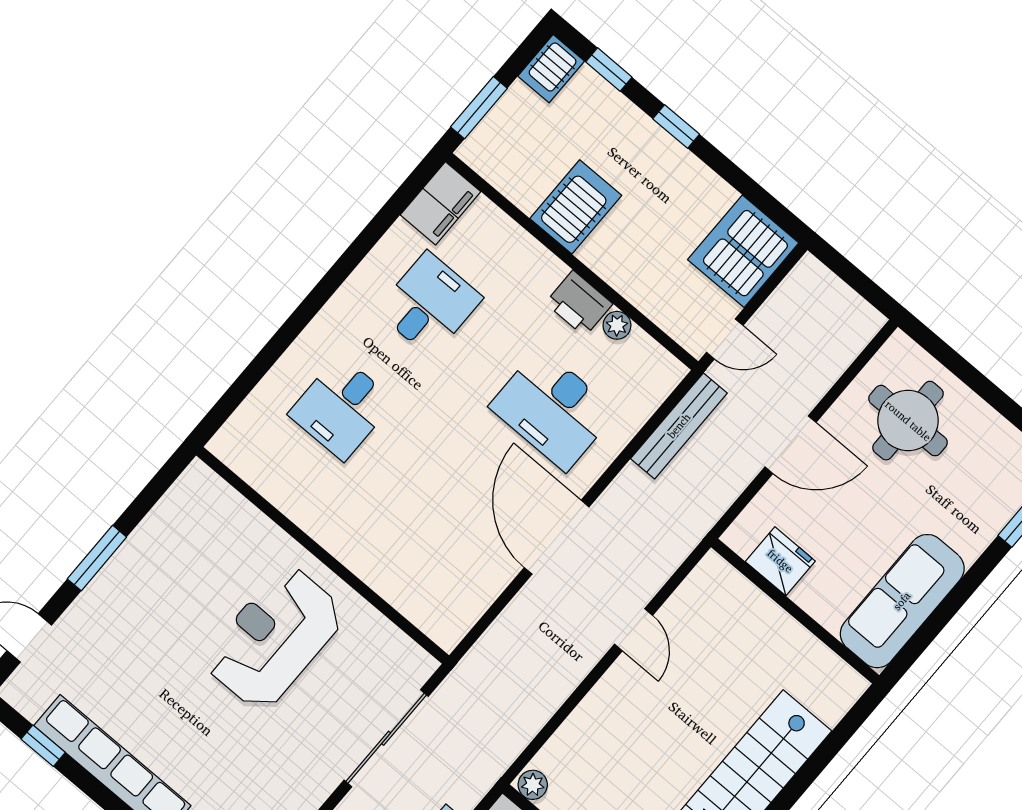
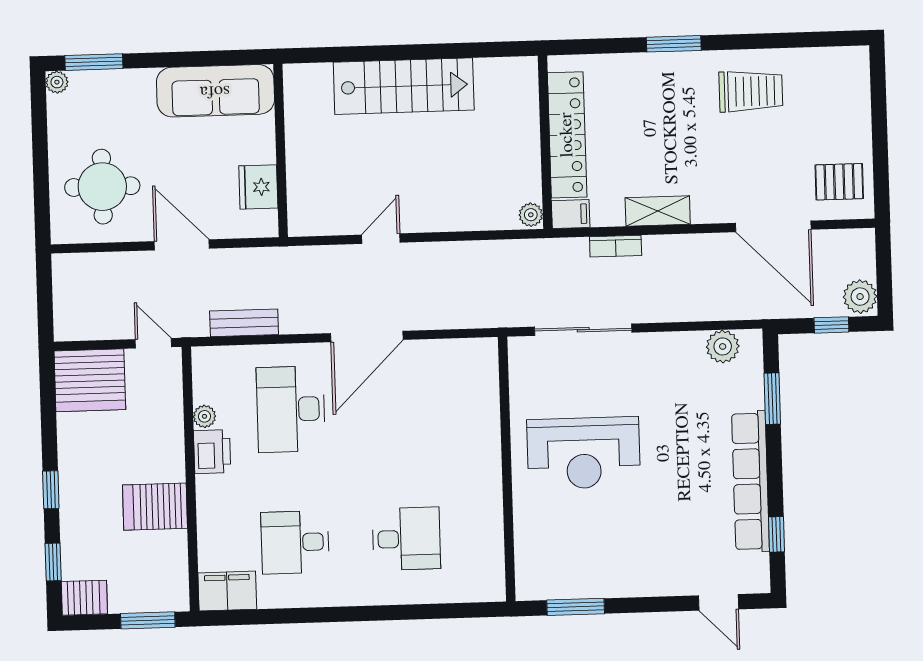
desk: (553, 409) -> (291, 409), turned 180
bench: (679, 426) -> (244, 323), width x0.73
window: (97, 558) -> (576, 607), moved

